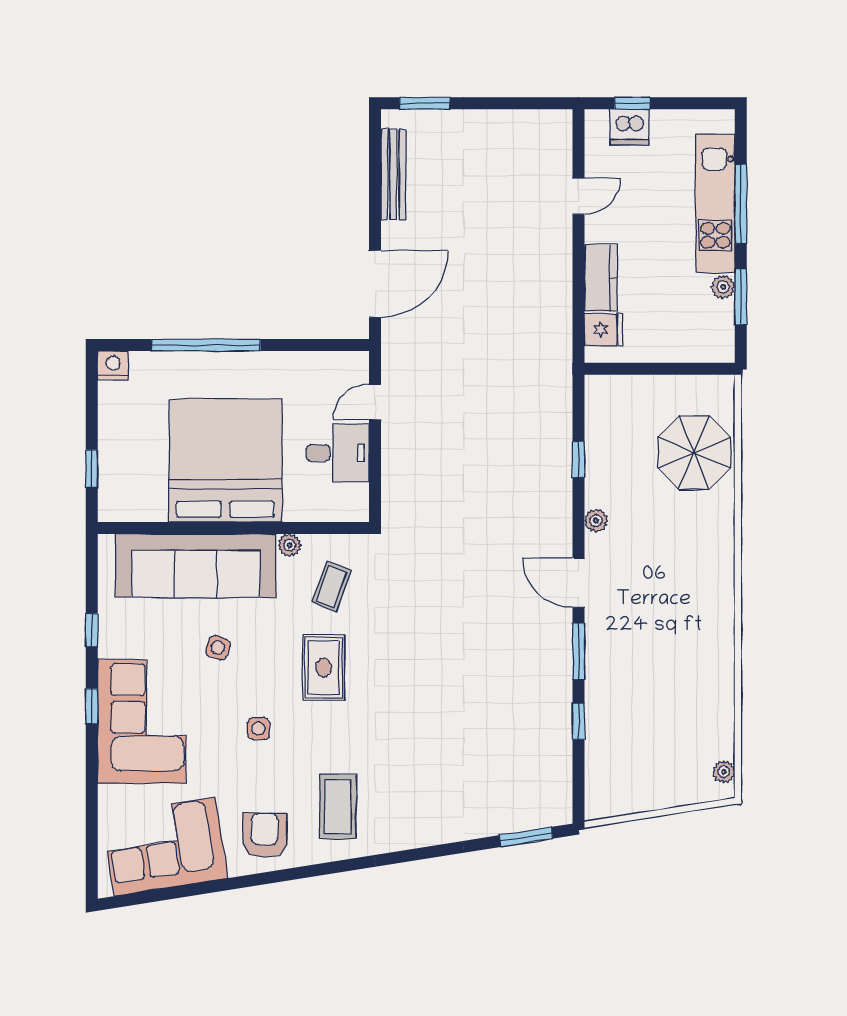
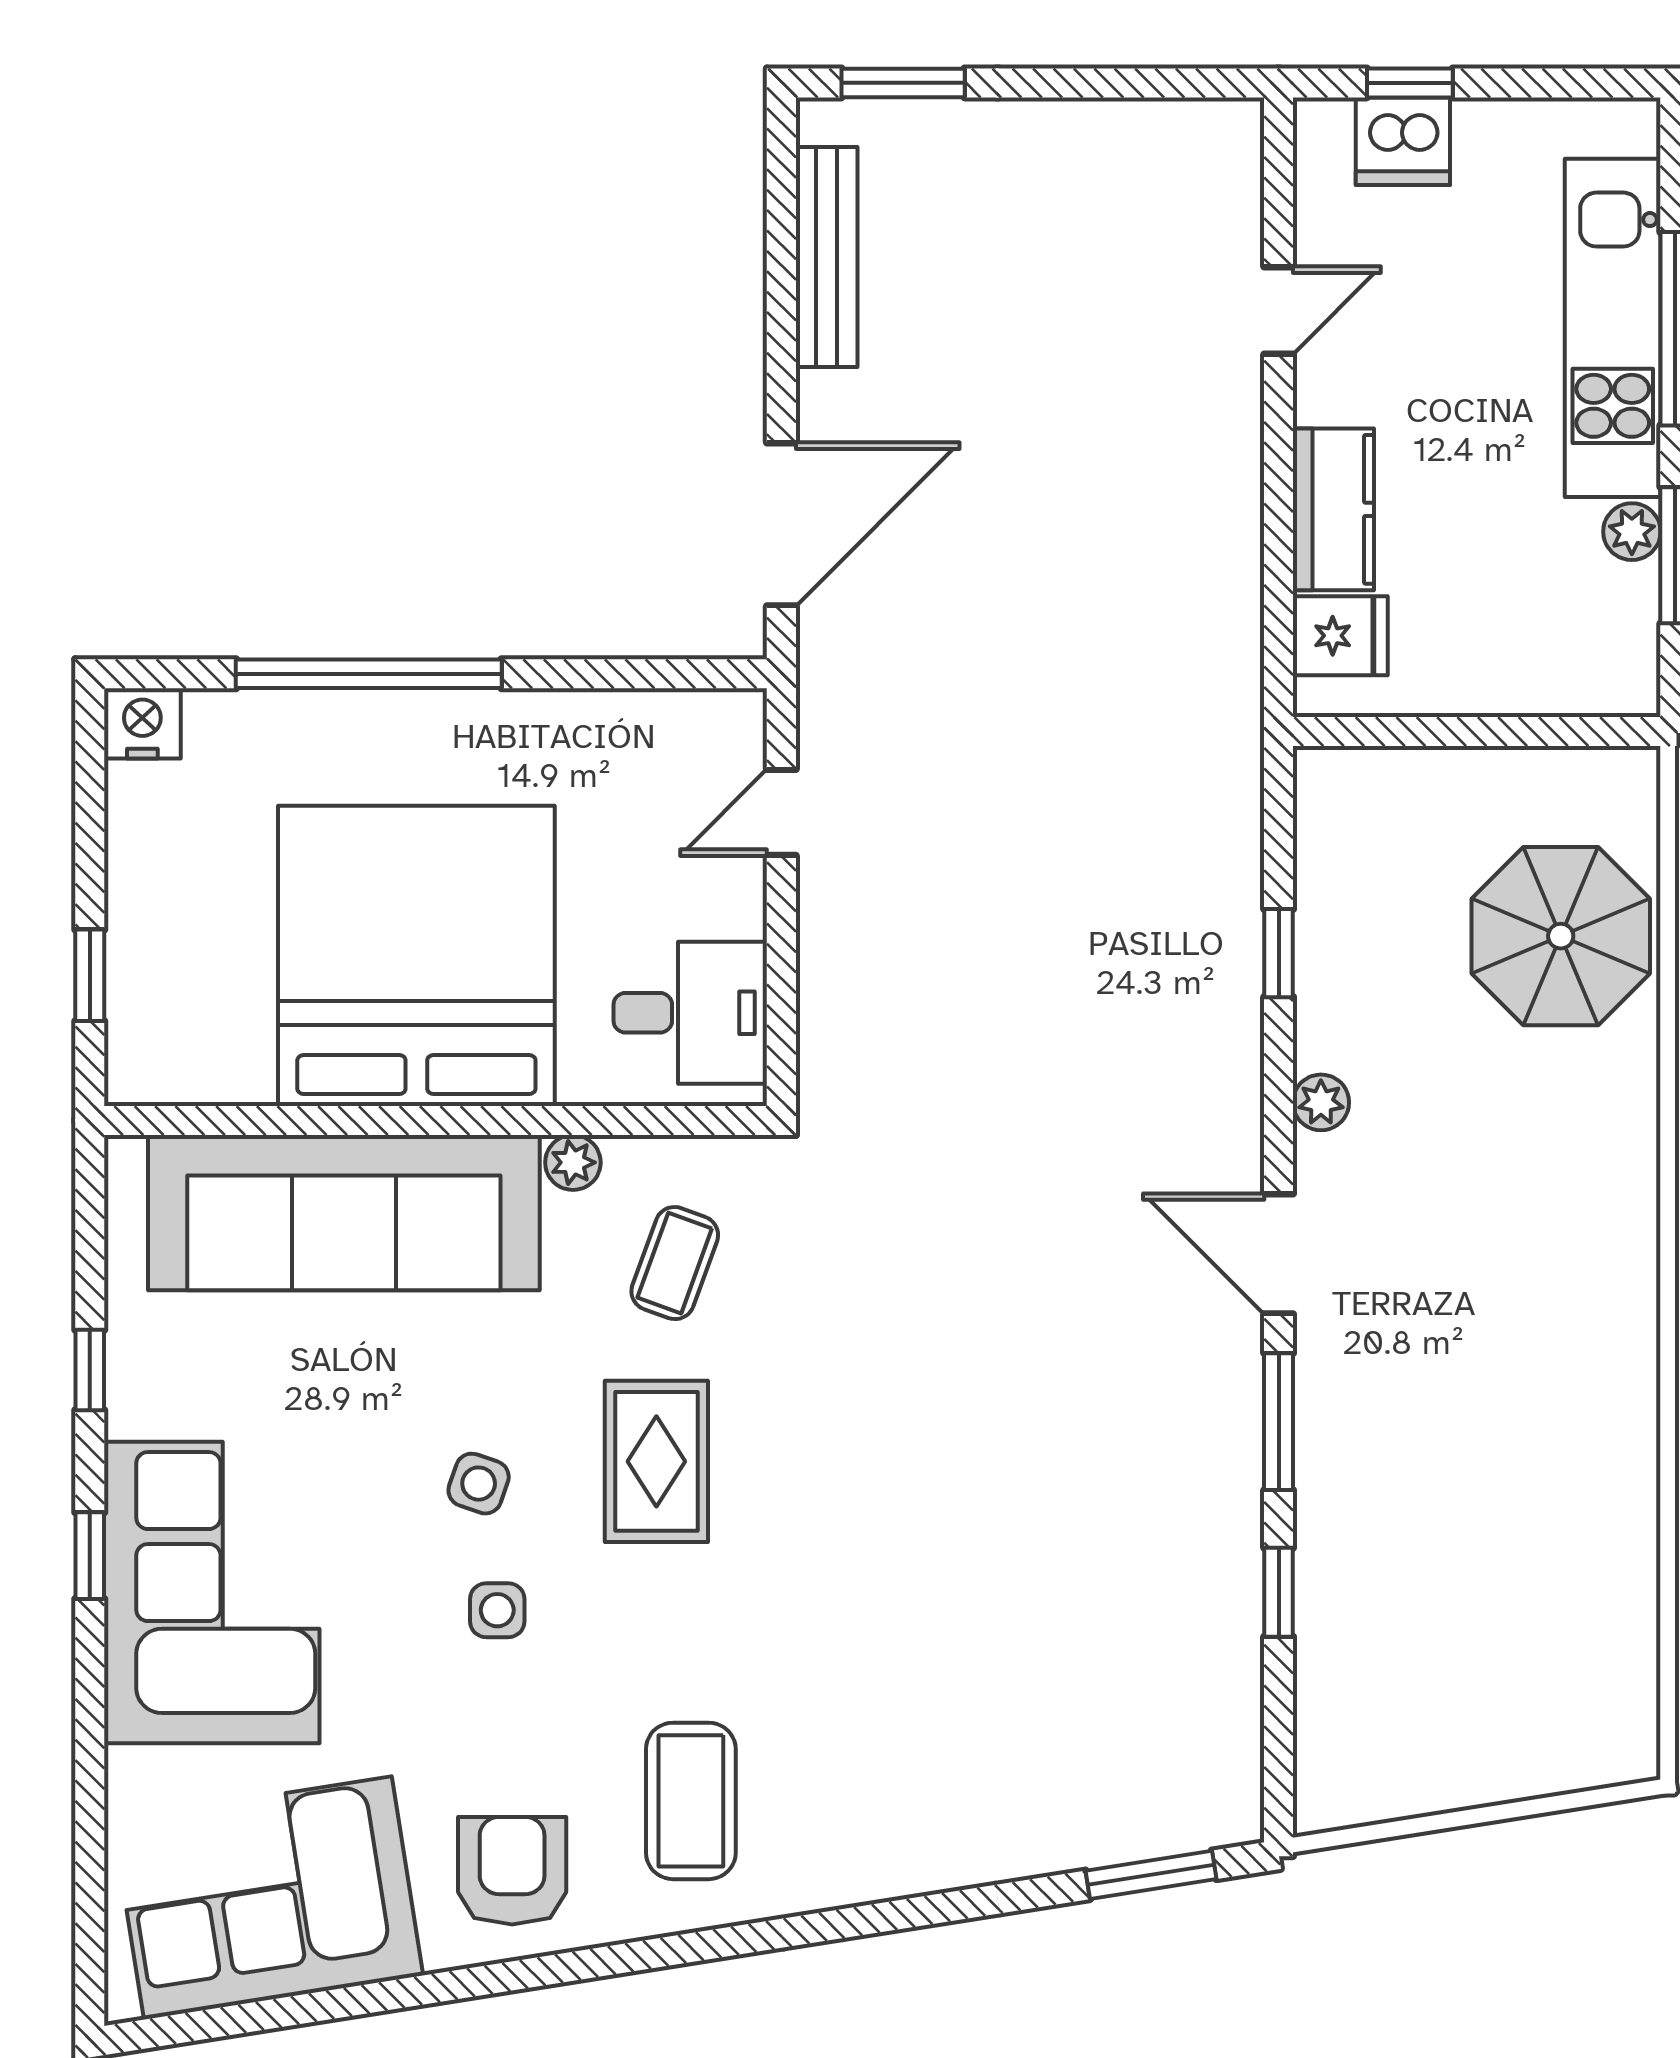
desk: (338, 453) -> (690, 1013), moved
side table: (218, 648) -> (479, 1484), moved
plant: (724, 772) -> (1634, 1716), removed

